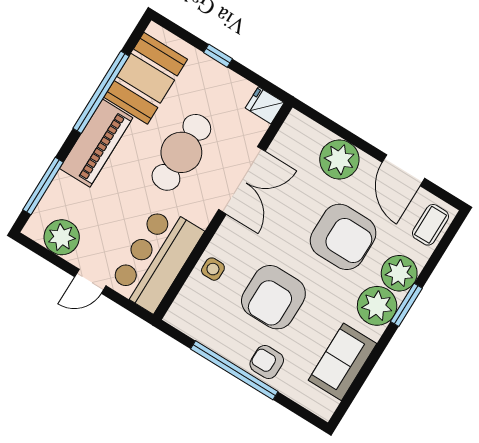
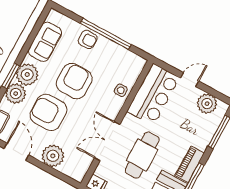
piano: (96, 143) -> (190, 164), width x0.73, depth x0.75
armchair: (273, 297) -> (74, 81), moved

